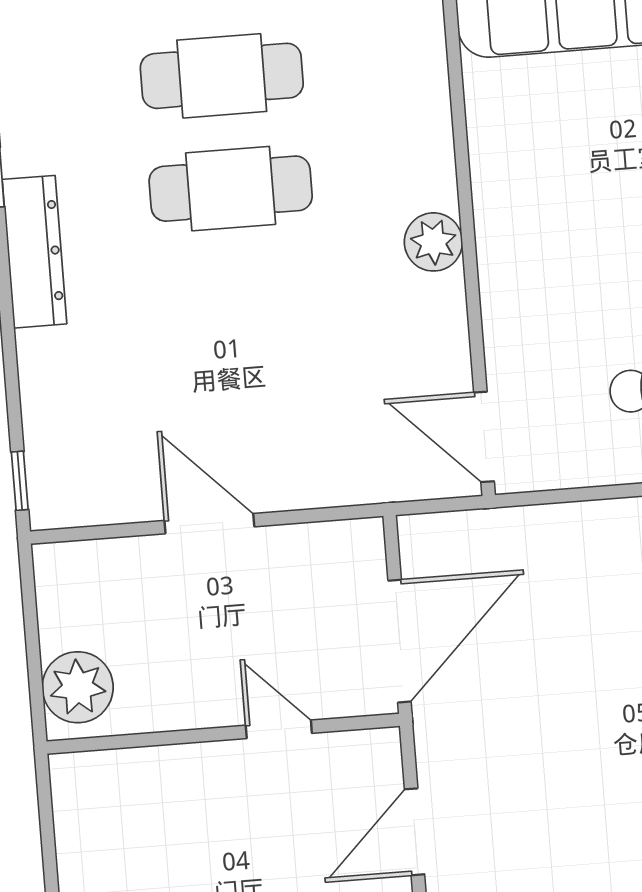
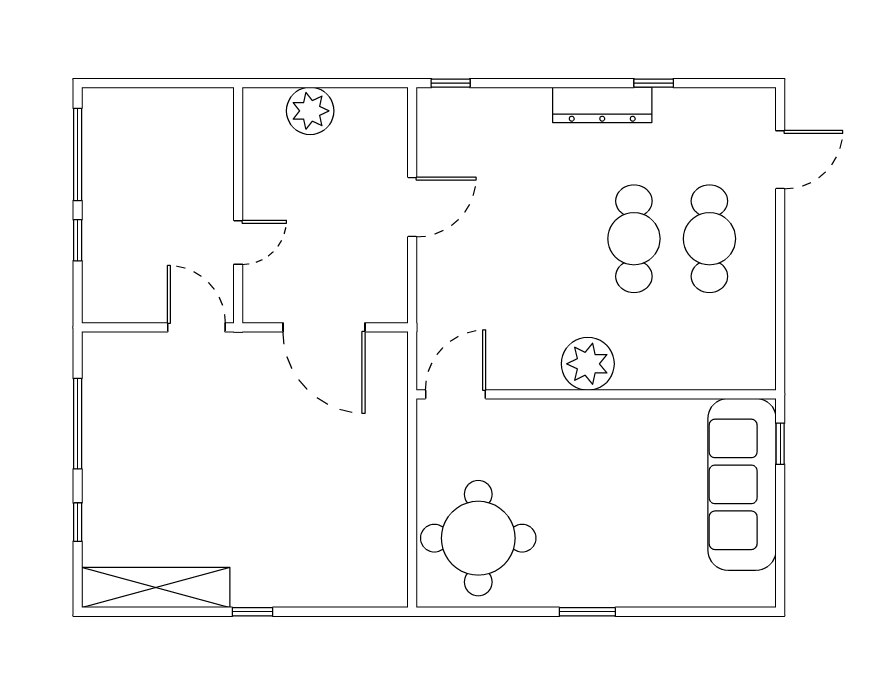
plant: (433, 242) -> (588, 364), width x1.36, depth x1.36
door: (279, 729) -> (238, 242), moved
wall: (223, 734) -> (238, 205), moved

